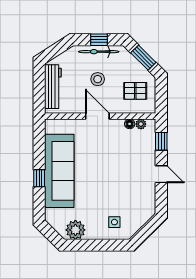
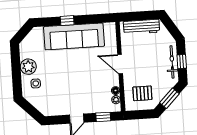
stool: (98, 79) -> (150, 62), removed
pallet: (135, 91) -> (142, 93), turned 90
door: (97, 116) -> (120, 64), swing flipped
plant: (75, 230) -> (28, 67), moved

